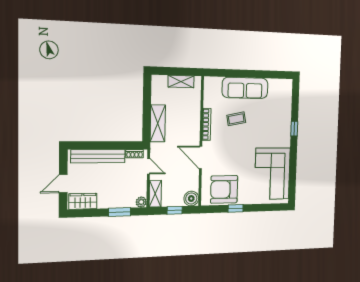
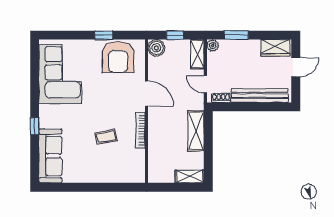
shelving: (181, 82) -> (190, 176), moved
sofa: (245, 88) -> (50, 156), moved, turned 90
armchair: (224, 189) -> (118, 57), turned 90

